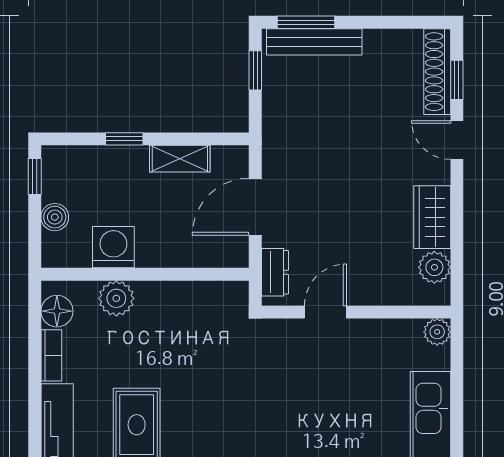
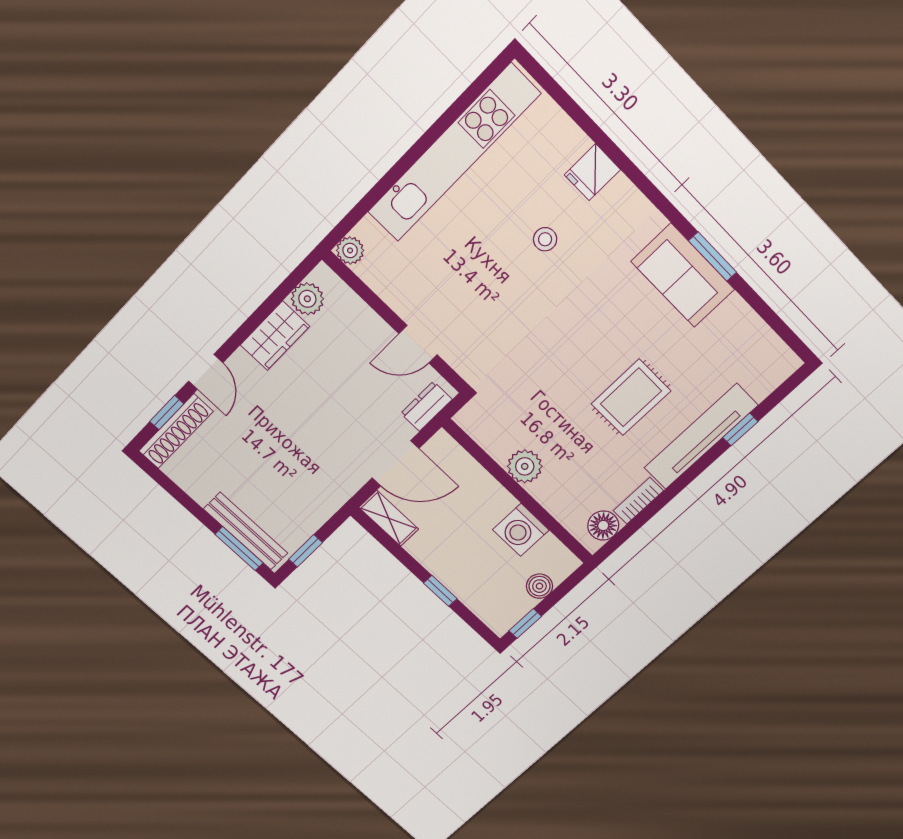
shelving: (180, 159) -> (389, 518), moved
plant: (116, 298) -> (525, 466), moved

